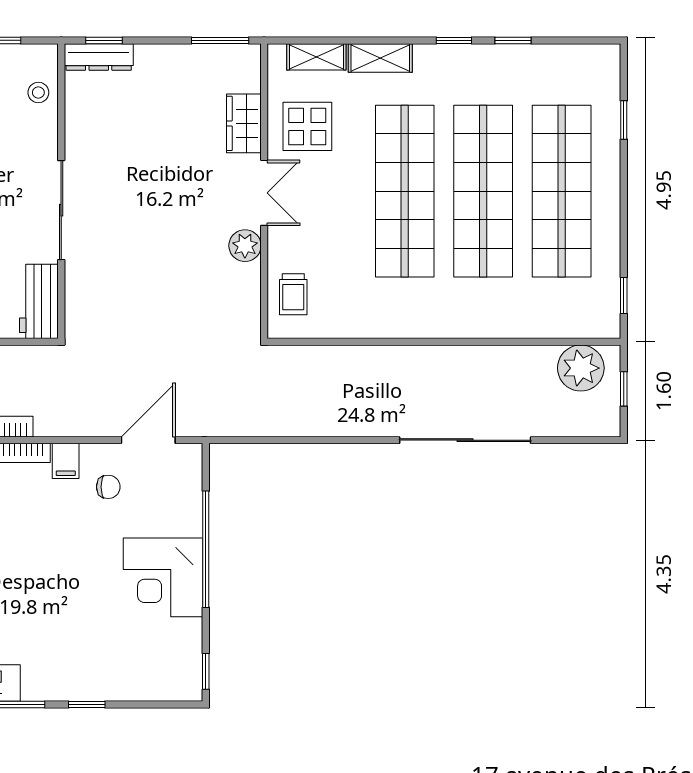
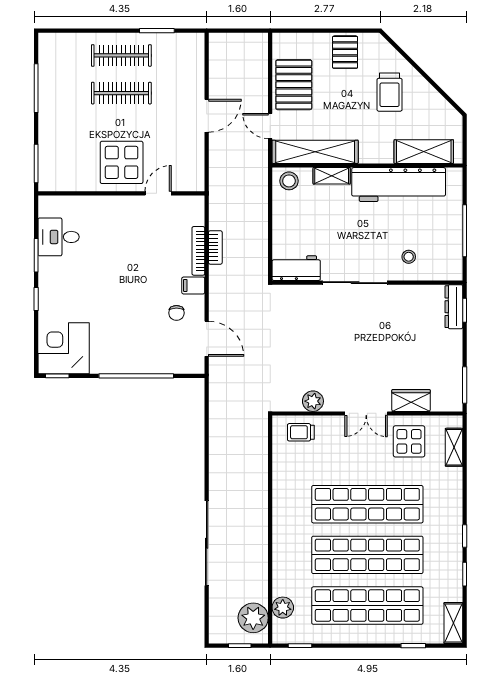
shelving: (380, 58) -> (453, 623), moved
stool: (38, 93) -> (409, 257), moved
plant: (245, 246) -> (313, 401), moved
plant: (565, 322) -> (283, 608), added
corner desk: (163, 577) -> (64, 348), moved

